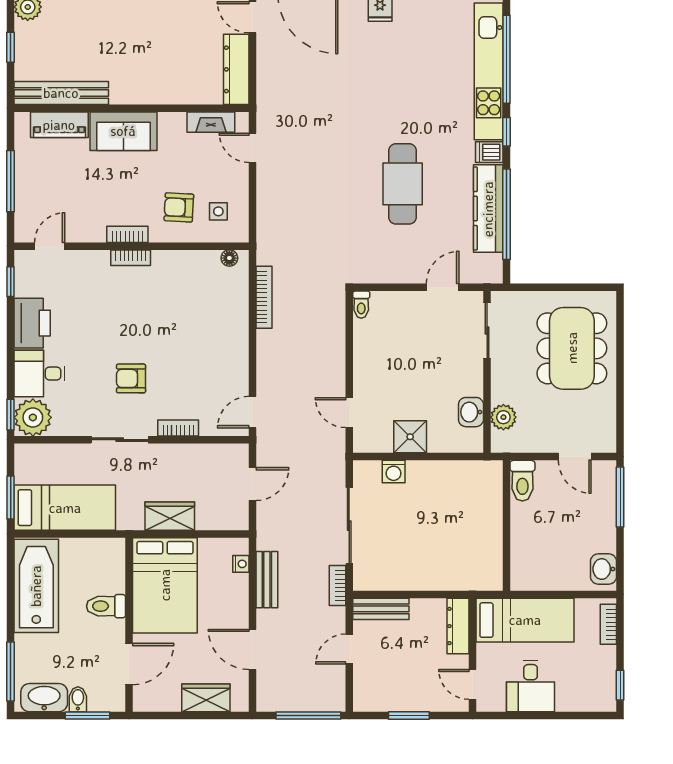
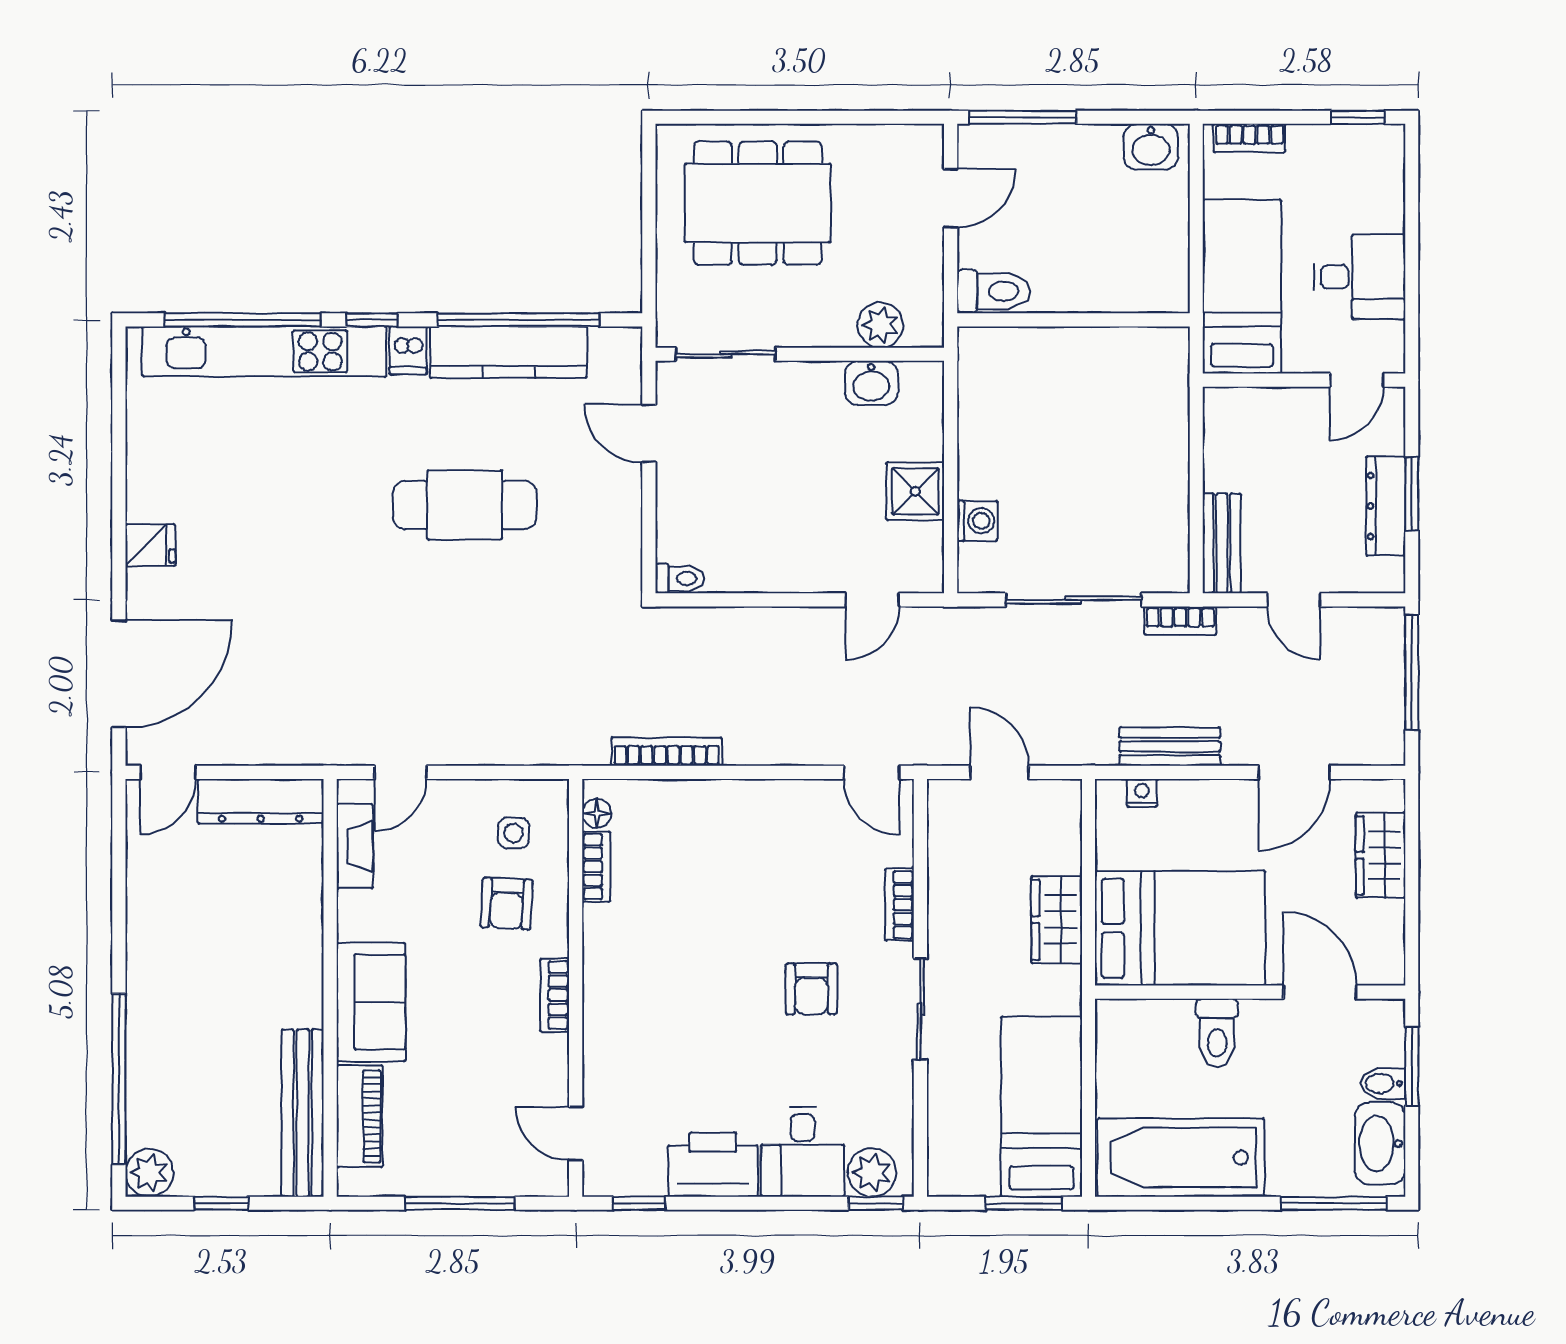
bookcase: (131, 258) -> (596, 867), moved
plant: (33, 417) -> (872, 1172), width x0.73, depth x0.73
dresser: (458, 626) -> (1386, 506), moved, turned 90

